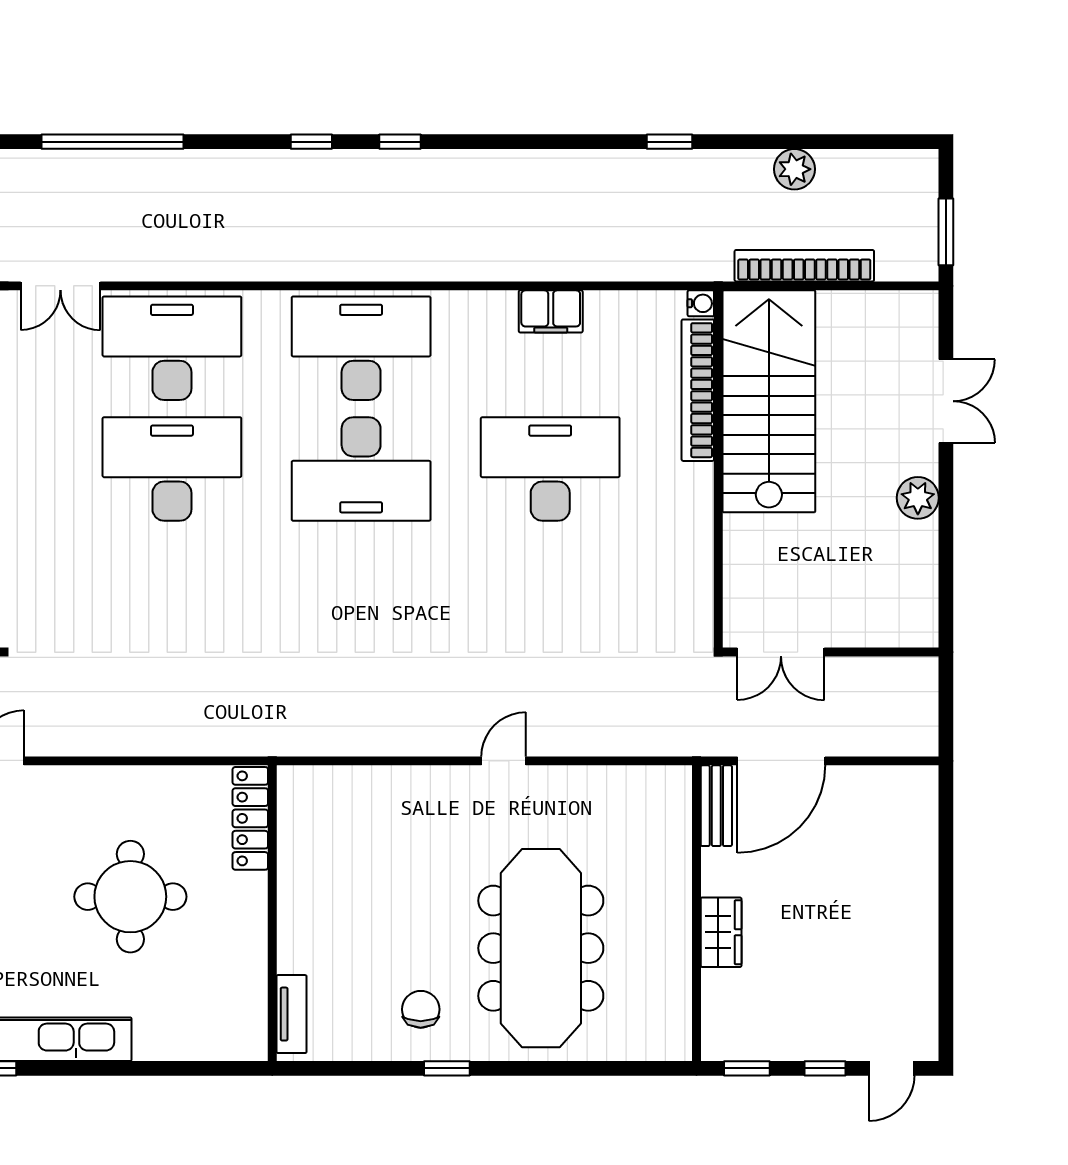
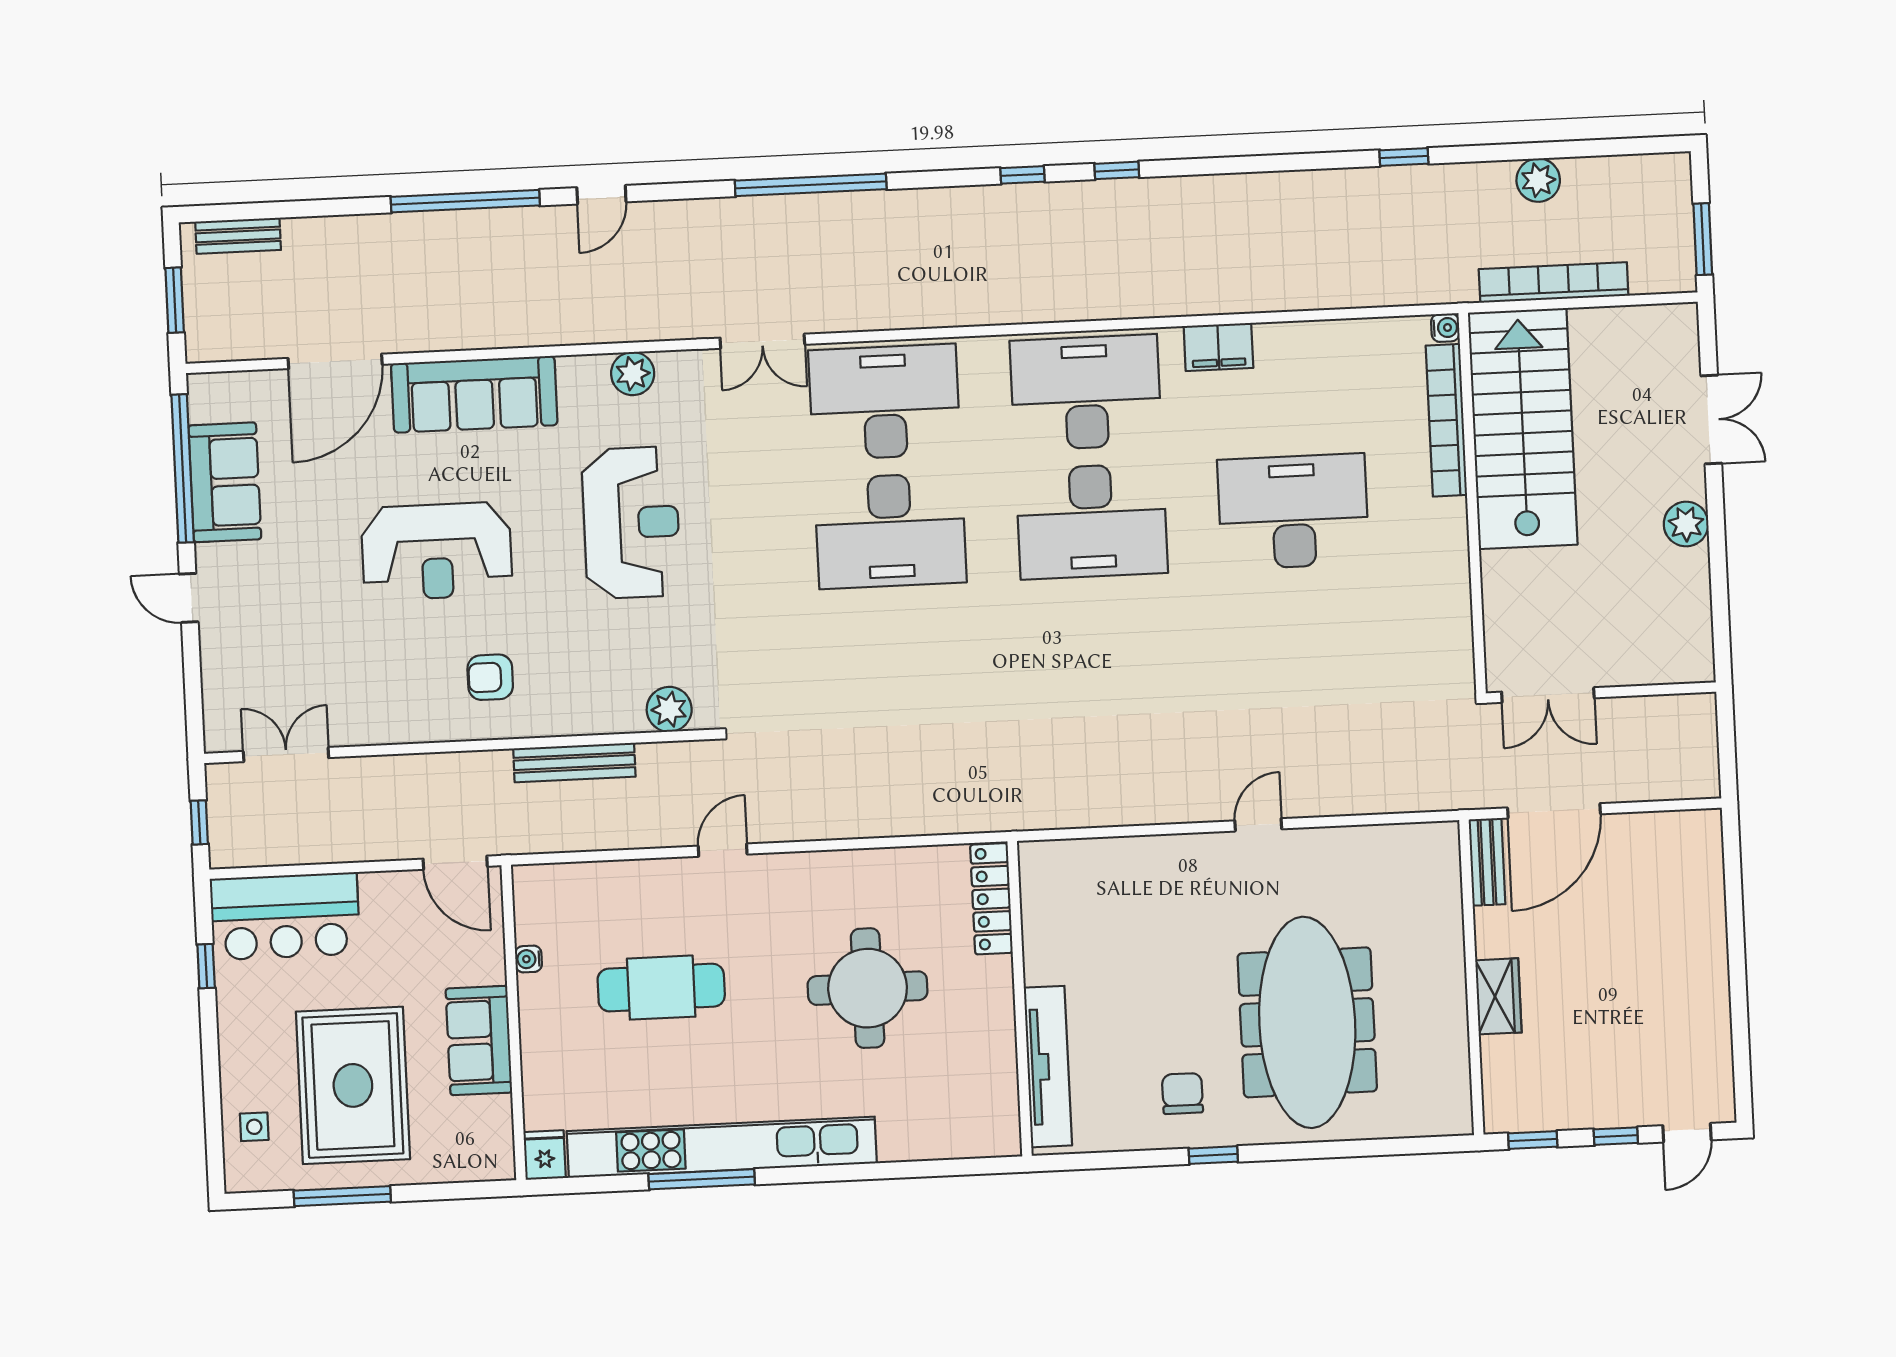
filing cabinet: (551, 311) -> (1218, 347), moved
desk: (172, 469) -> (890, 531), turned 180
tv unit: (292, 1014) -> (1048, 1067), width x1.92, depth x1.29

